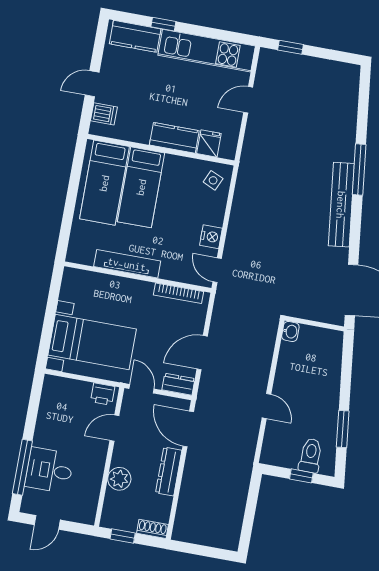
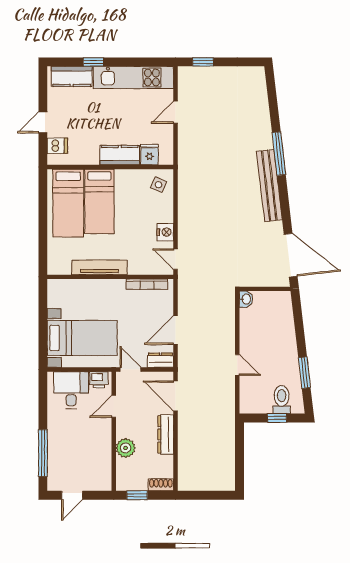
desk: (49, 470) -> (71, 390), moved, turned 90

